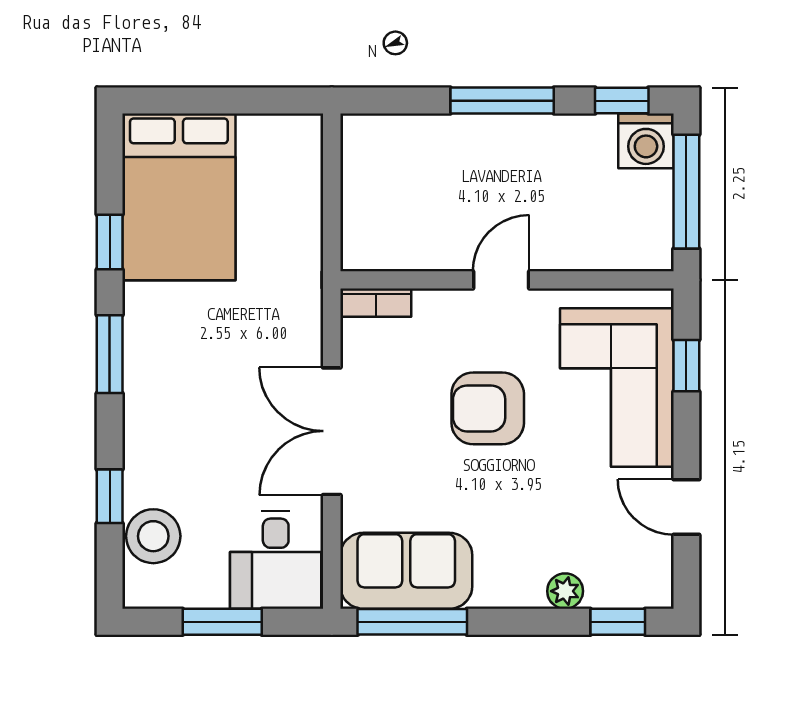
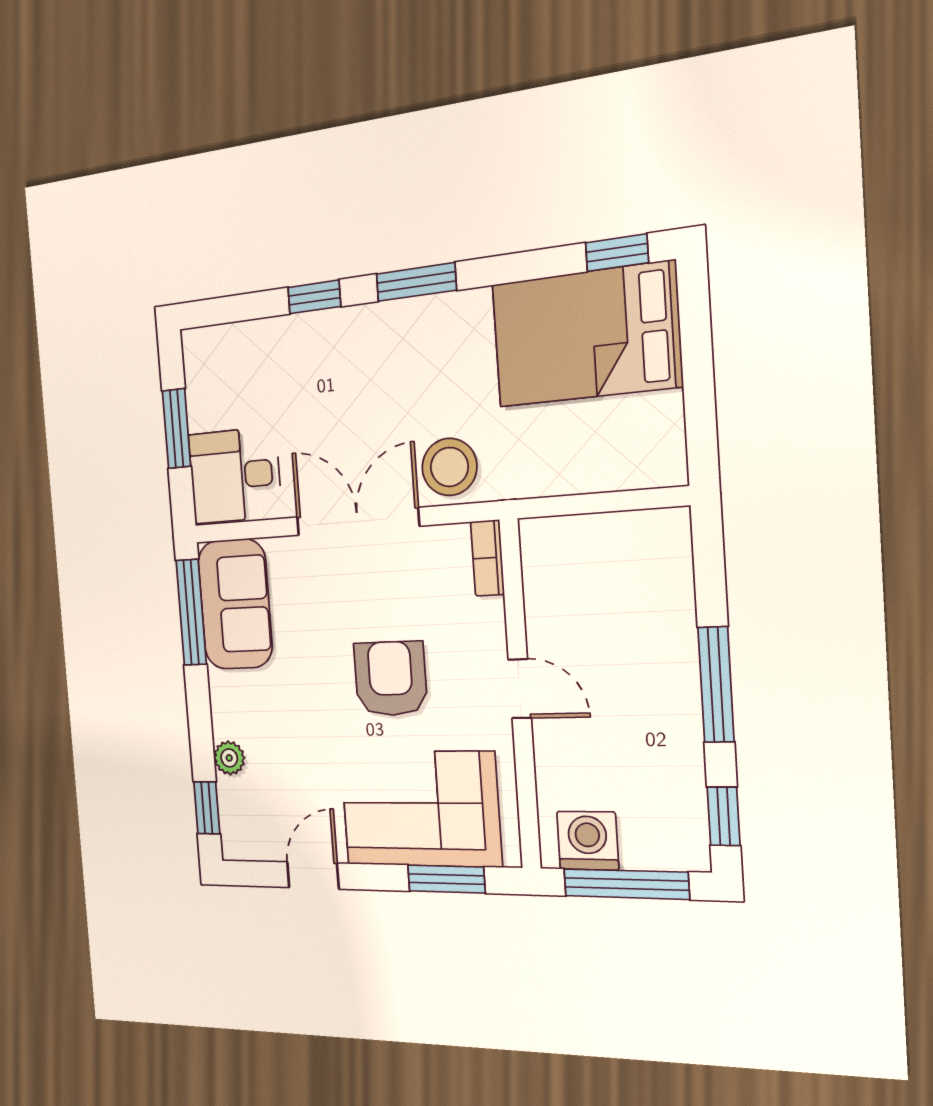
washing machine: (646, 141) -> (588, 841), moved, turned 90
window: (110, 242) -> (617, 253), moved
window: (686, 366) -> (446, 879), width x1.50
window: (110, 496) -> (314, 297), moved
stool: (153, 536) -> (449, 467), moved

